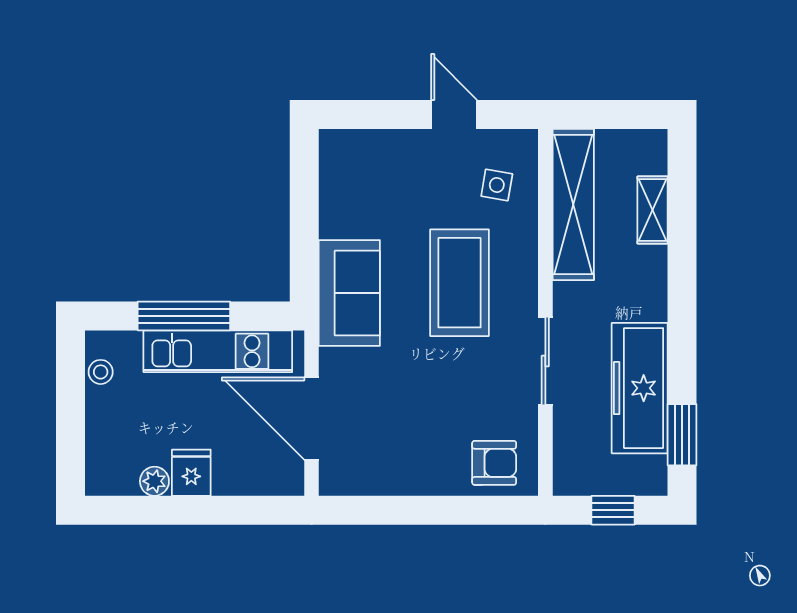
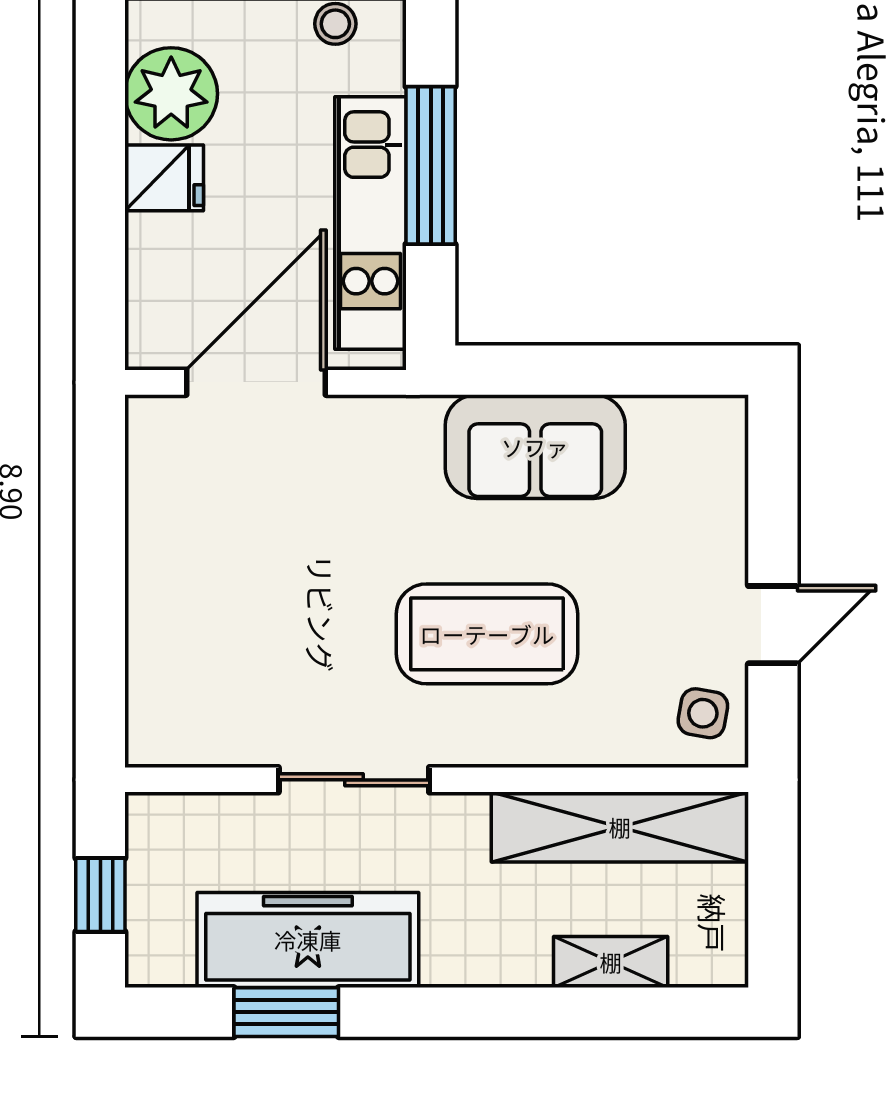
side table: (497, 185) -> (703, 713), moved
sofa: (349, 293) -> (535, 447), moved
window: (682, 435) -> (286, 1012), moved
armchair: (494, 463) -> (181, 693), removed
plant: (154, 481) -> (171, 94), width x1.88, depth x1.88

